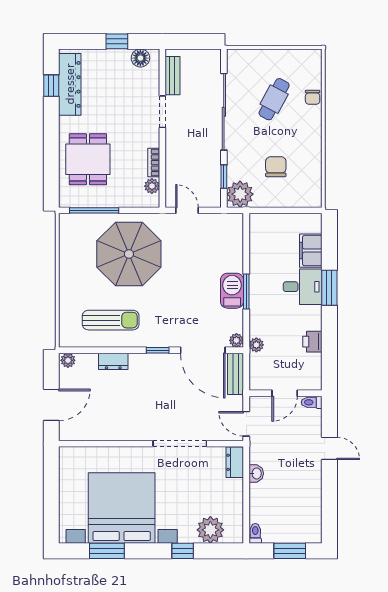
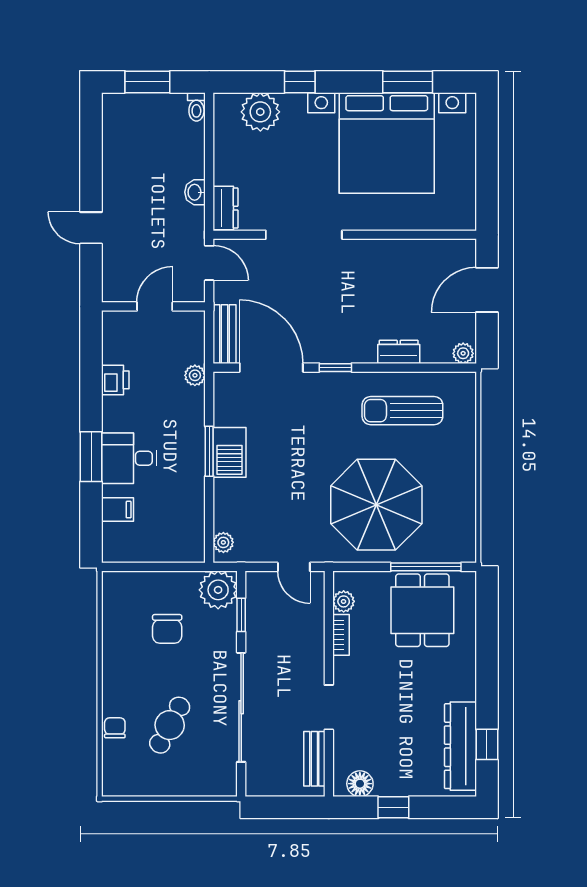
dining table: (88, 159) -> (422, 610), moved
filing cabinet: (311, 251) -> (118, 510), width x0.50
plant: (236, 340) -> (223, 542), moved
toilet: (312, 402) -> (116, 294), removed

